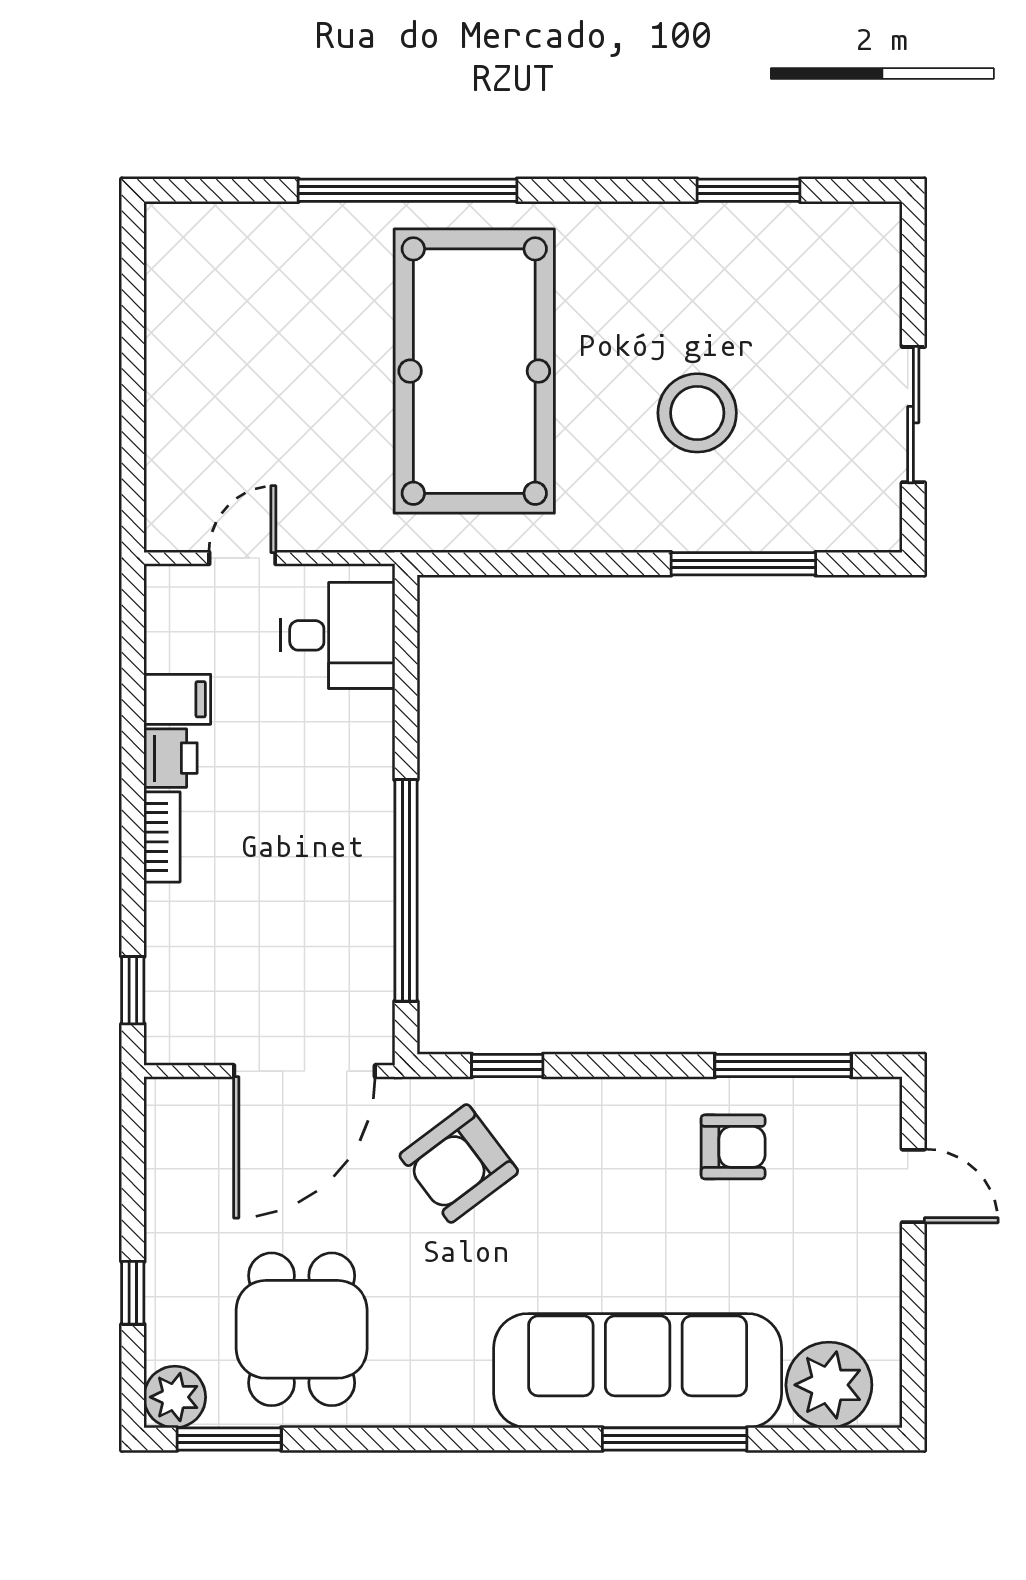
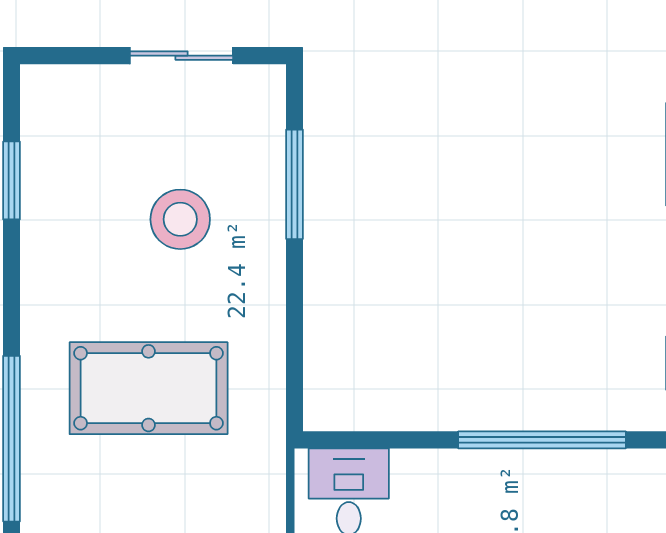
pool table: (474, 371) -> (149, 388), width x0.73, depth x0.76

